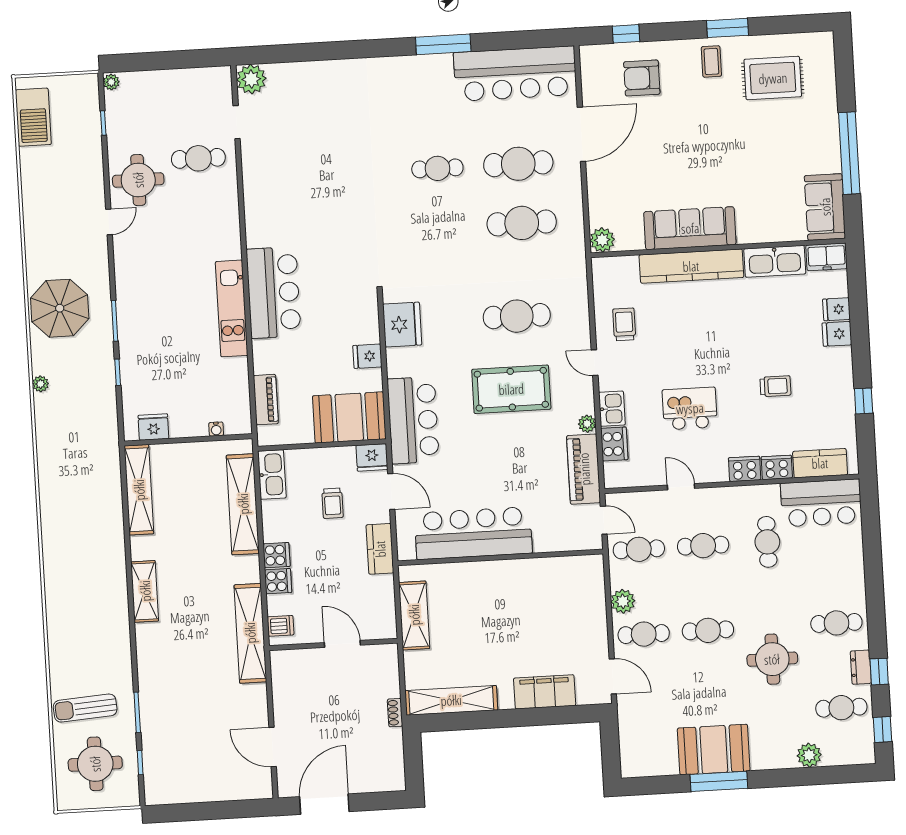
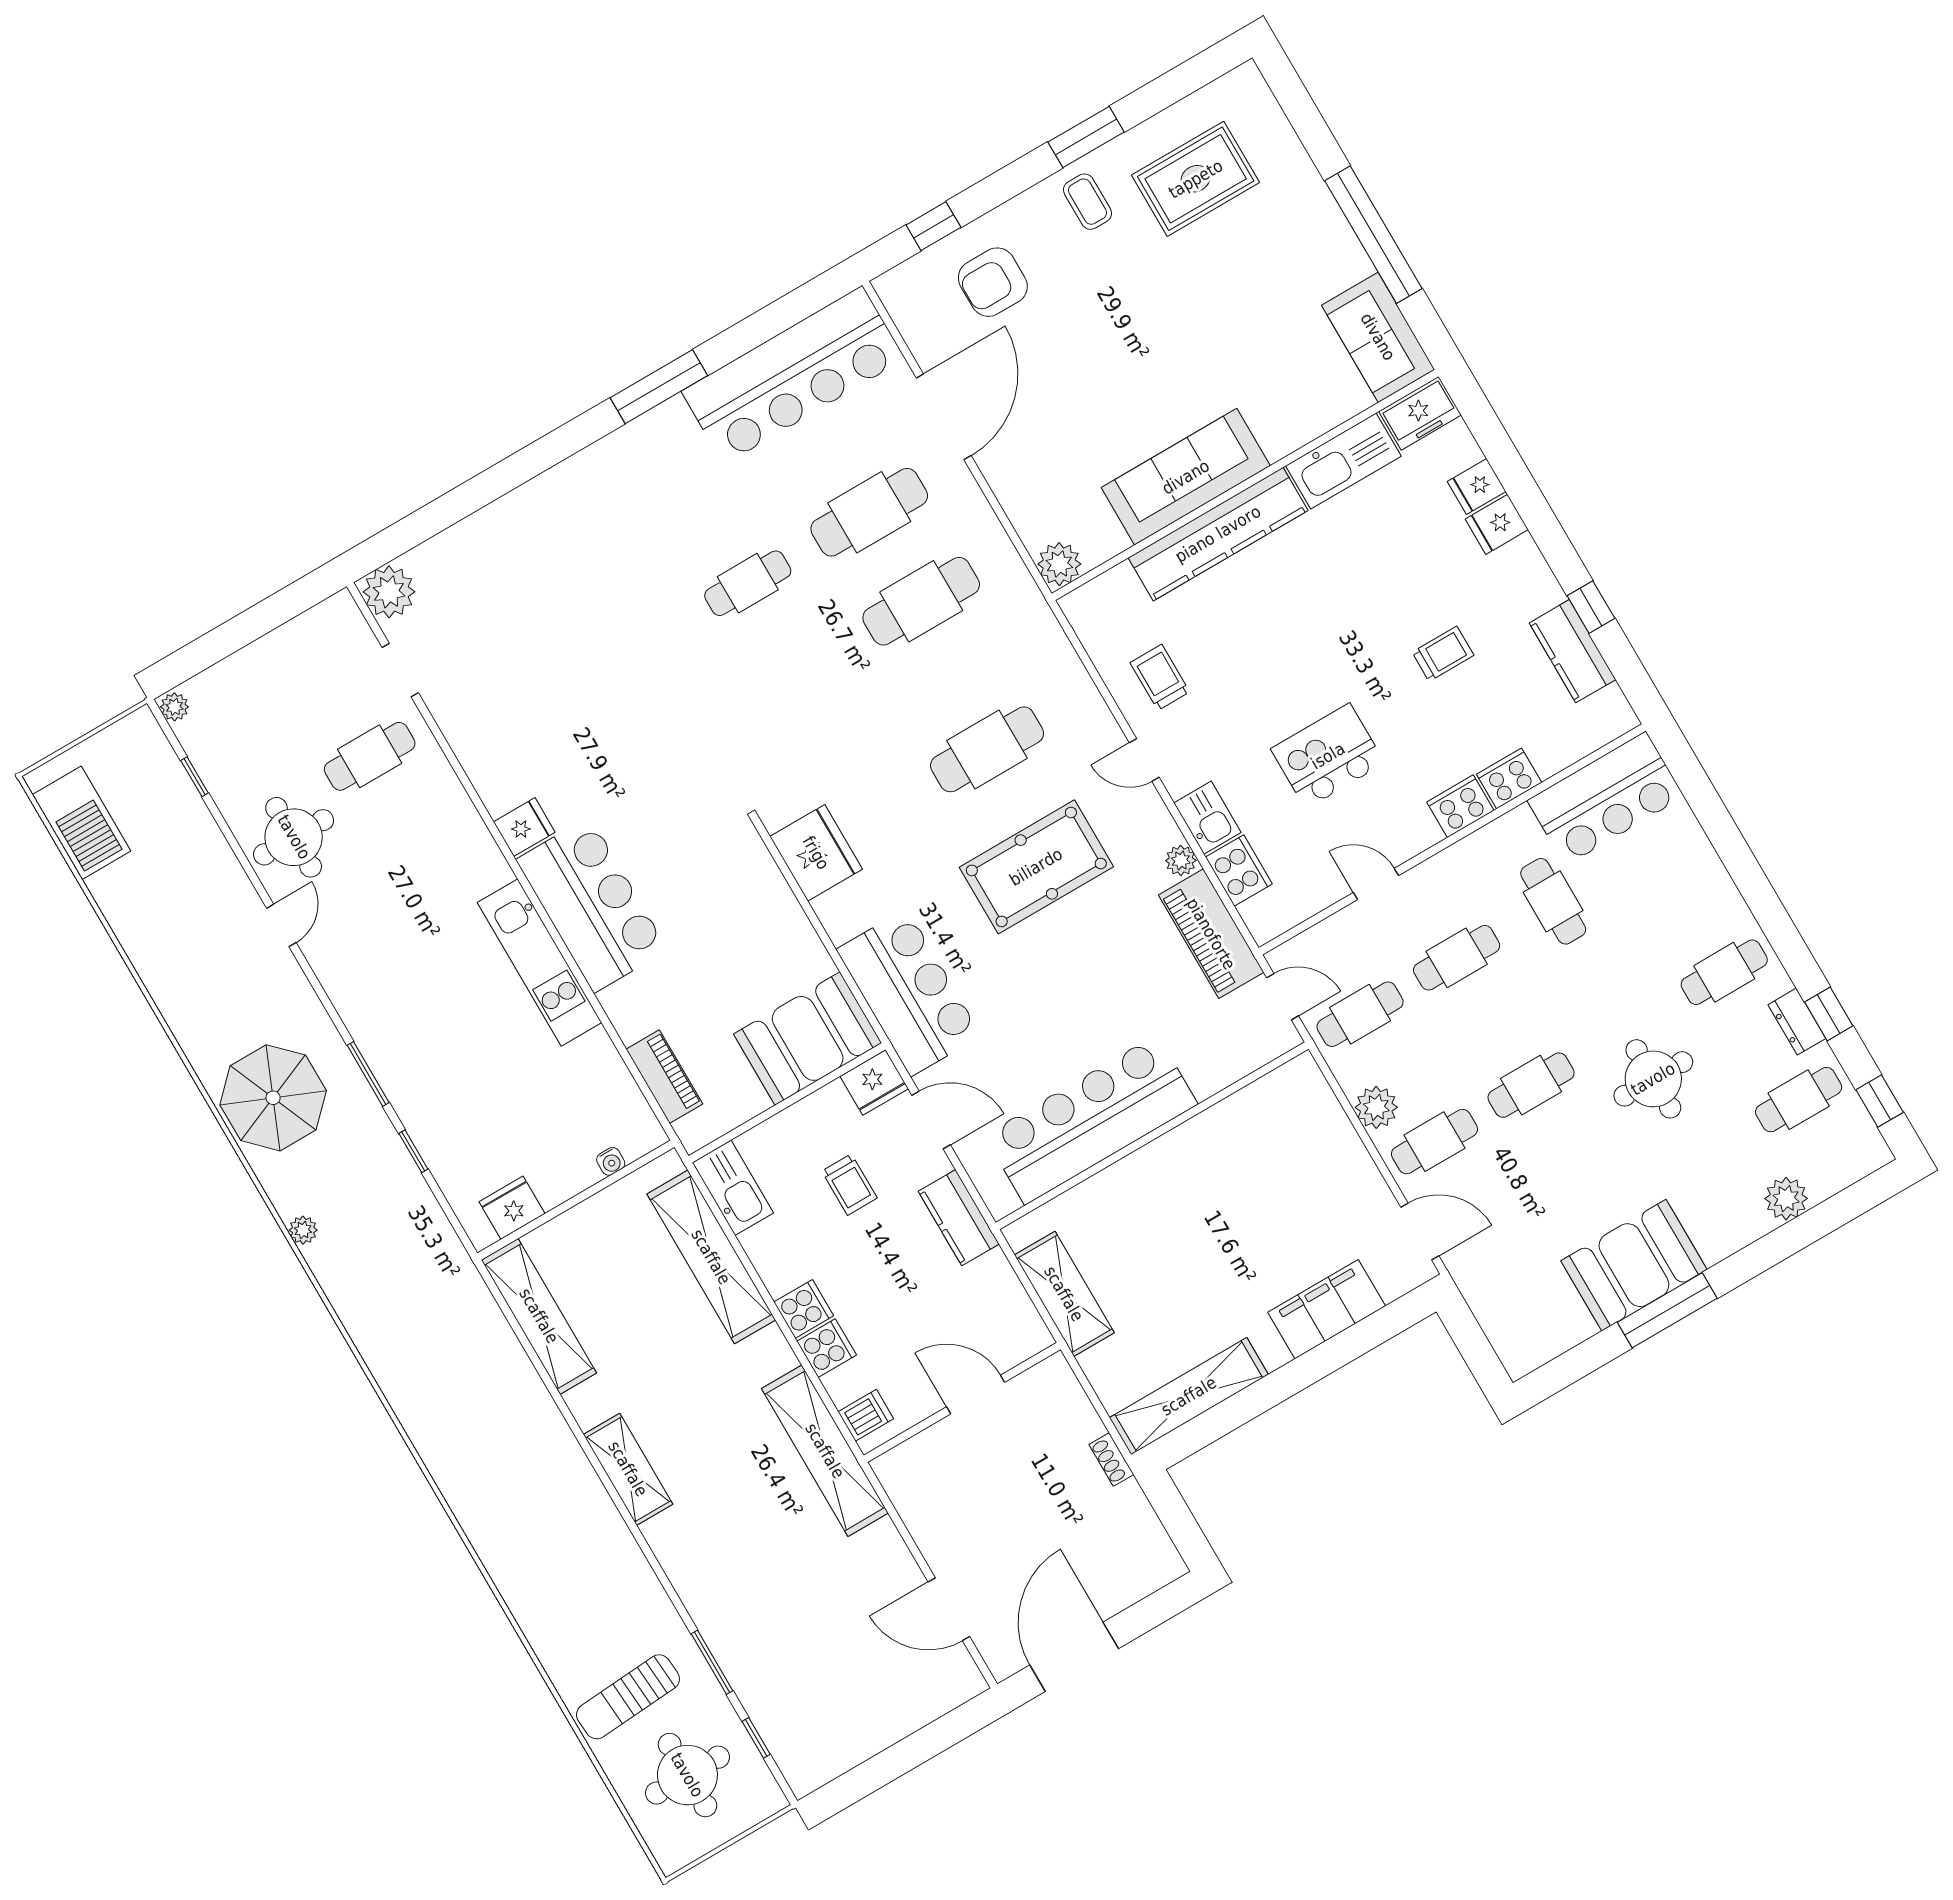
fridge: (367, 356) -> (524, 827), moved, turned 180
kitchen counter: (820, 463) -> (1573, 651), moved, turned -90

